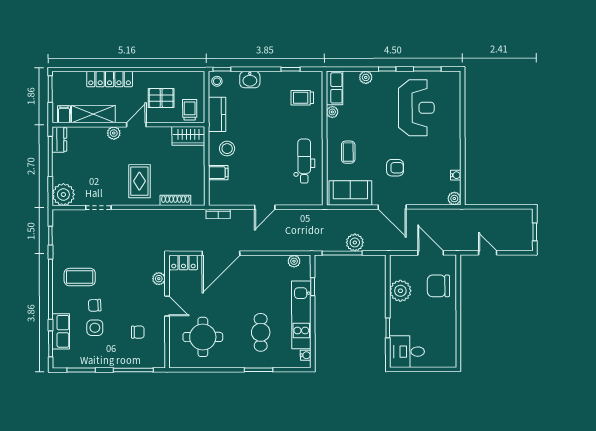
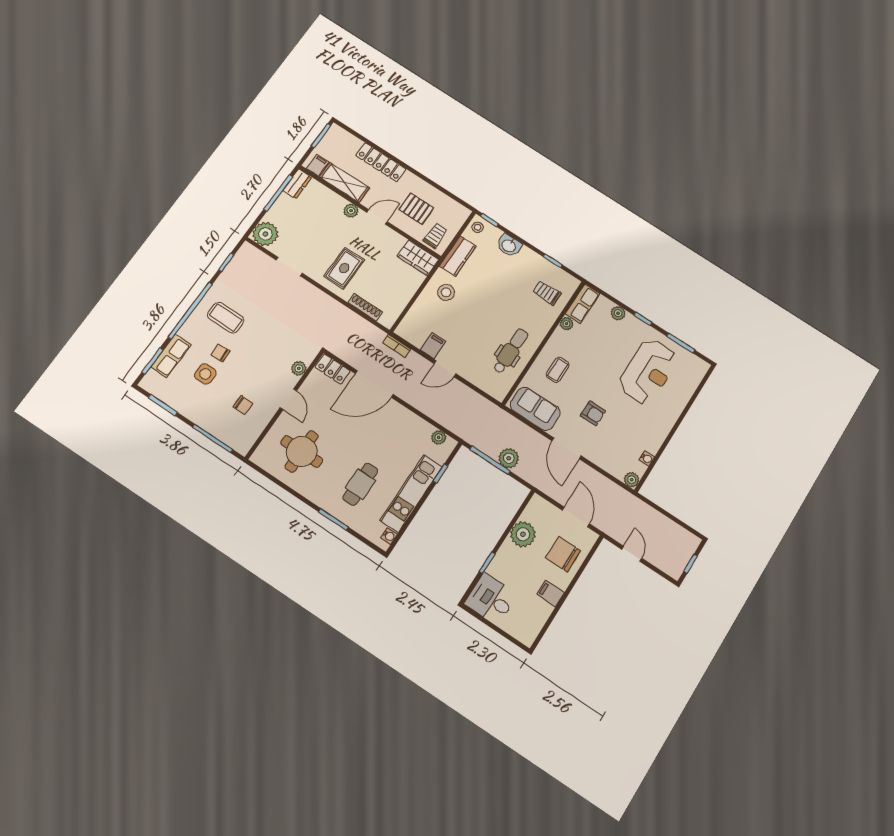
filing cabinet: (218, 173) -> (433, 346), moved, turned -90
filing cabinet: (447, 320) -> (551, 593), added

